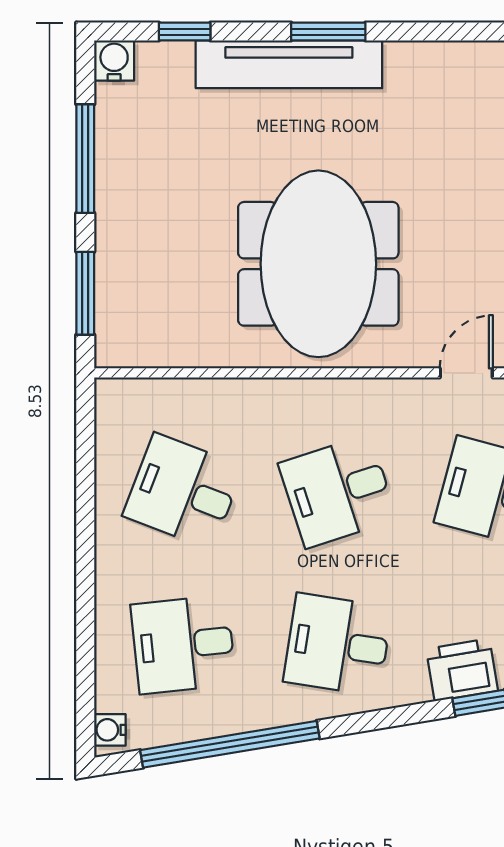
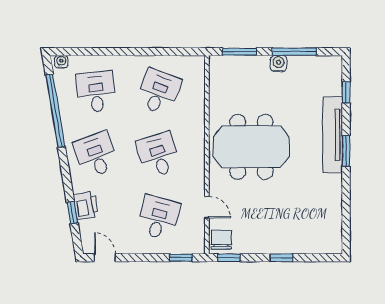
water cooler: (114, 61) -> (279, 63), moved, turned -90
desk: (338, 645) -> (96, 155), turned -30

